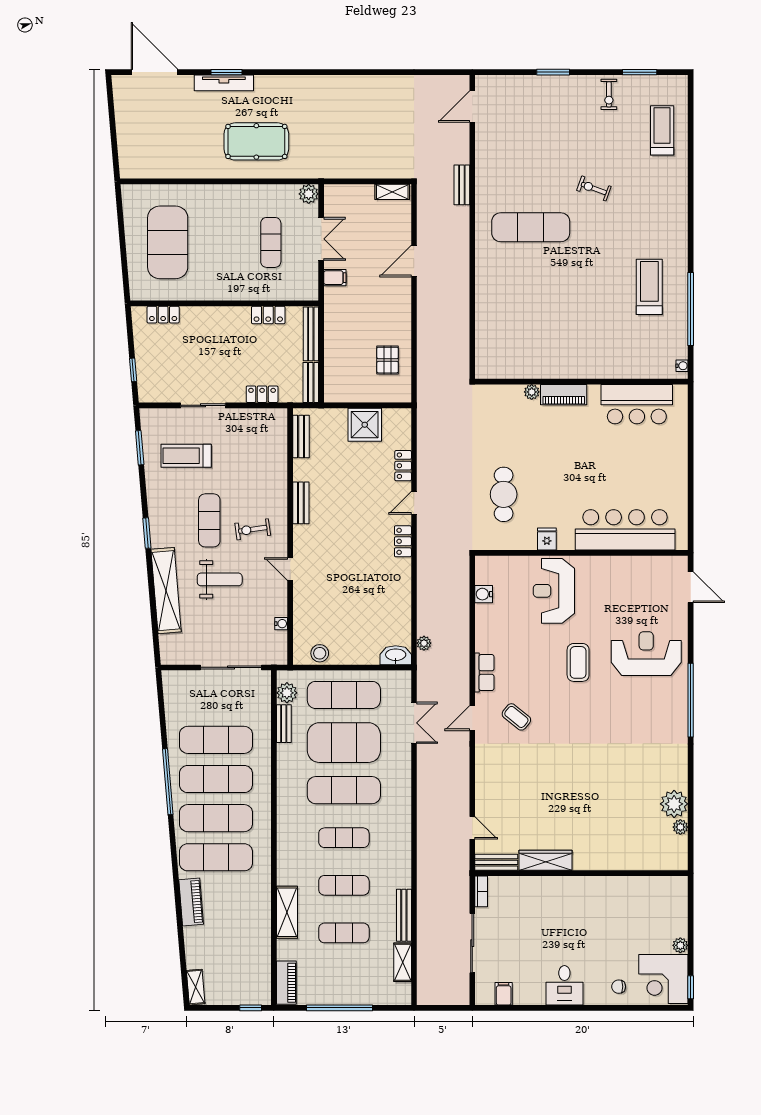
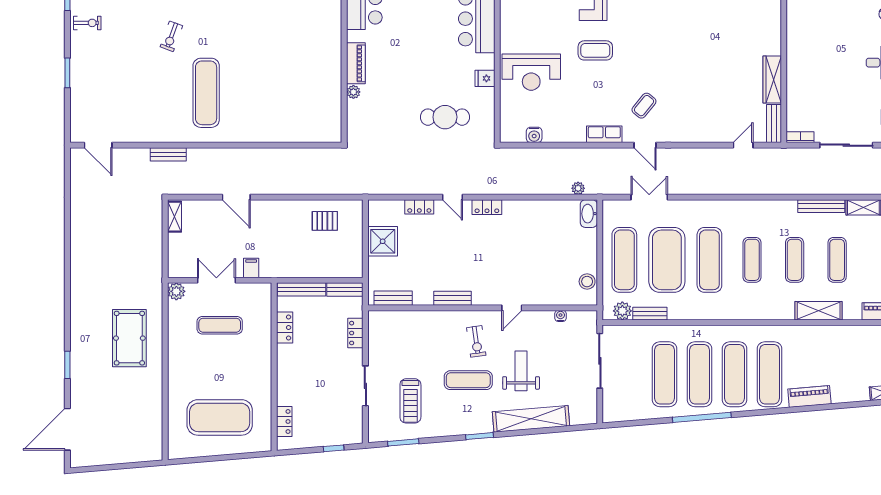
tv unit: (224, 83) -> (77, 367), removed

